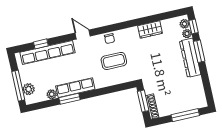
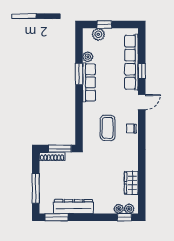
wardrobe: (150, 30) -> (131, 183), moved
window: (41, 44) -> (142, 71), moved
window: (199, 51) -> (56, 217), moved
dresser: (190, 58) -> (73, 207), moved
window: (18, 86) -> (104, 25), width x0.46

